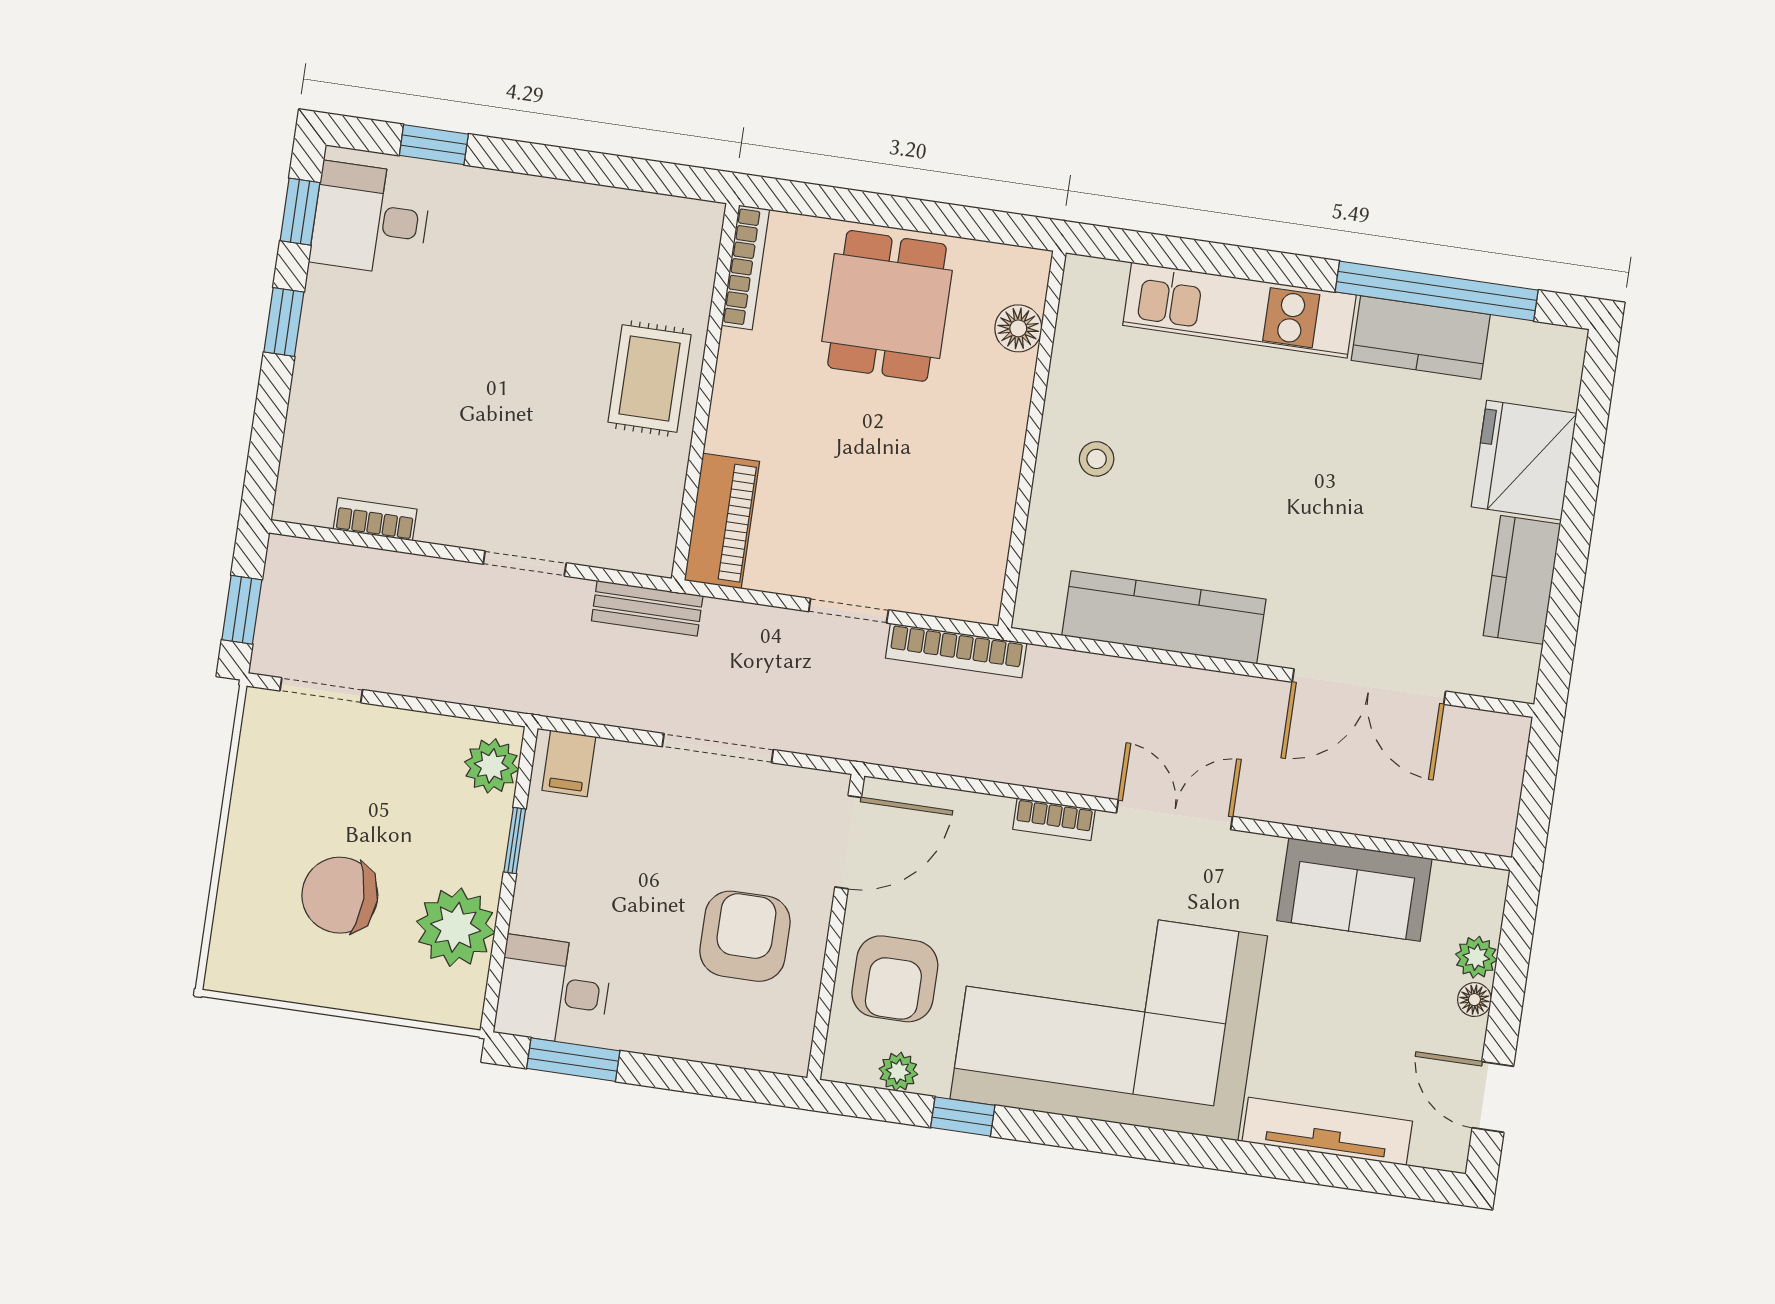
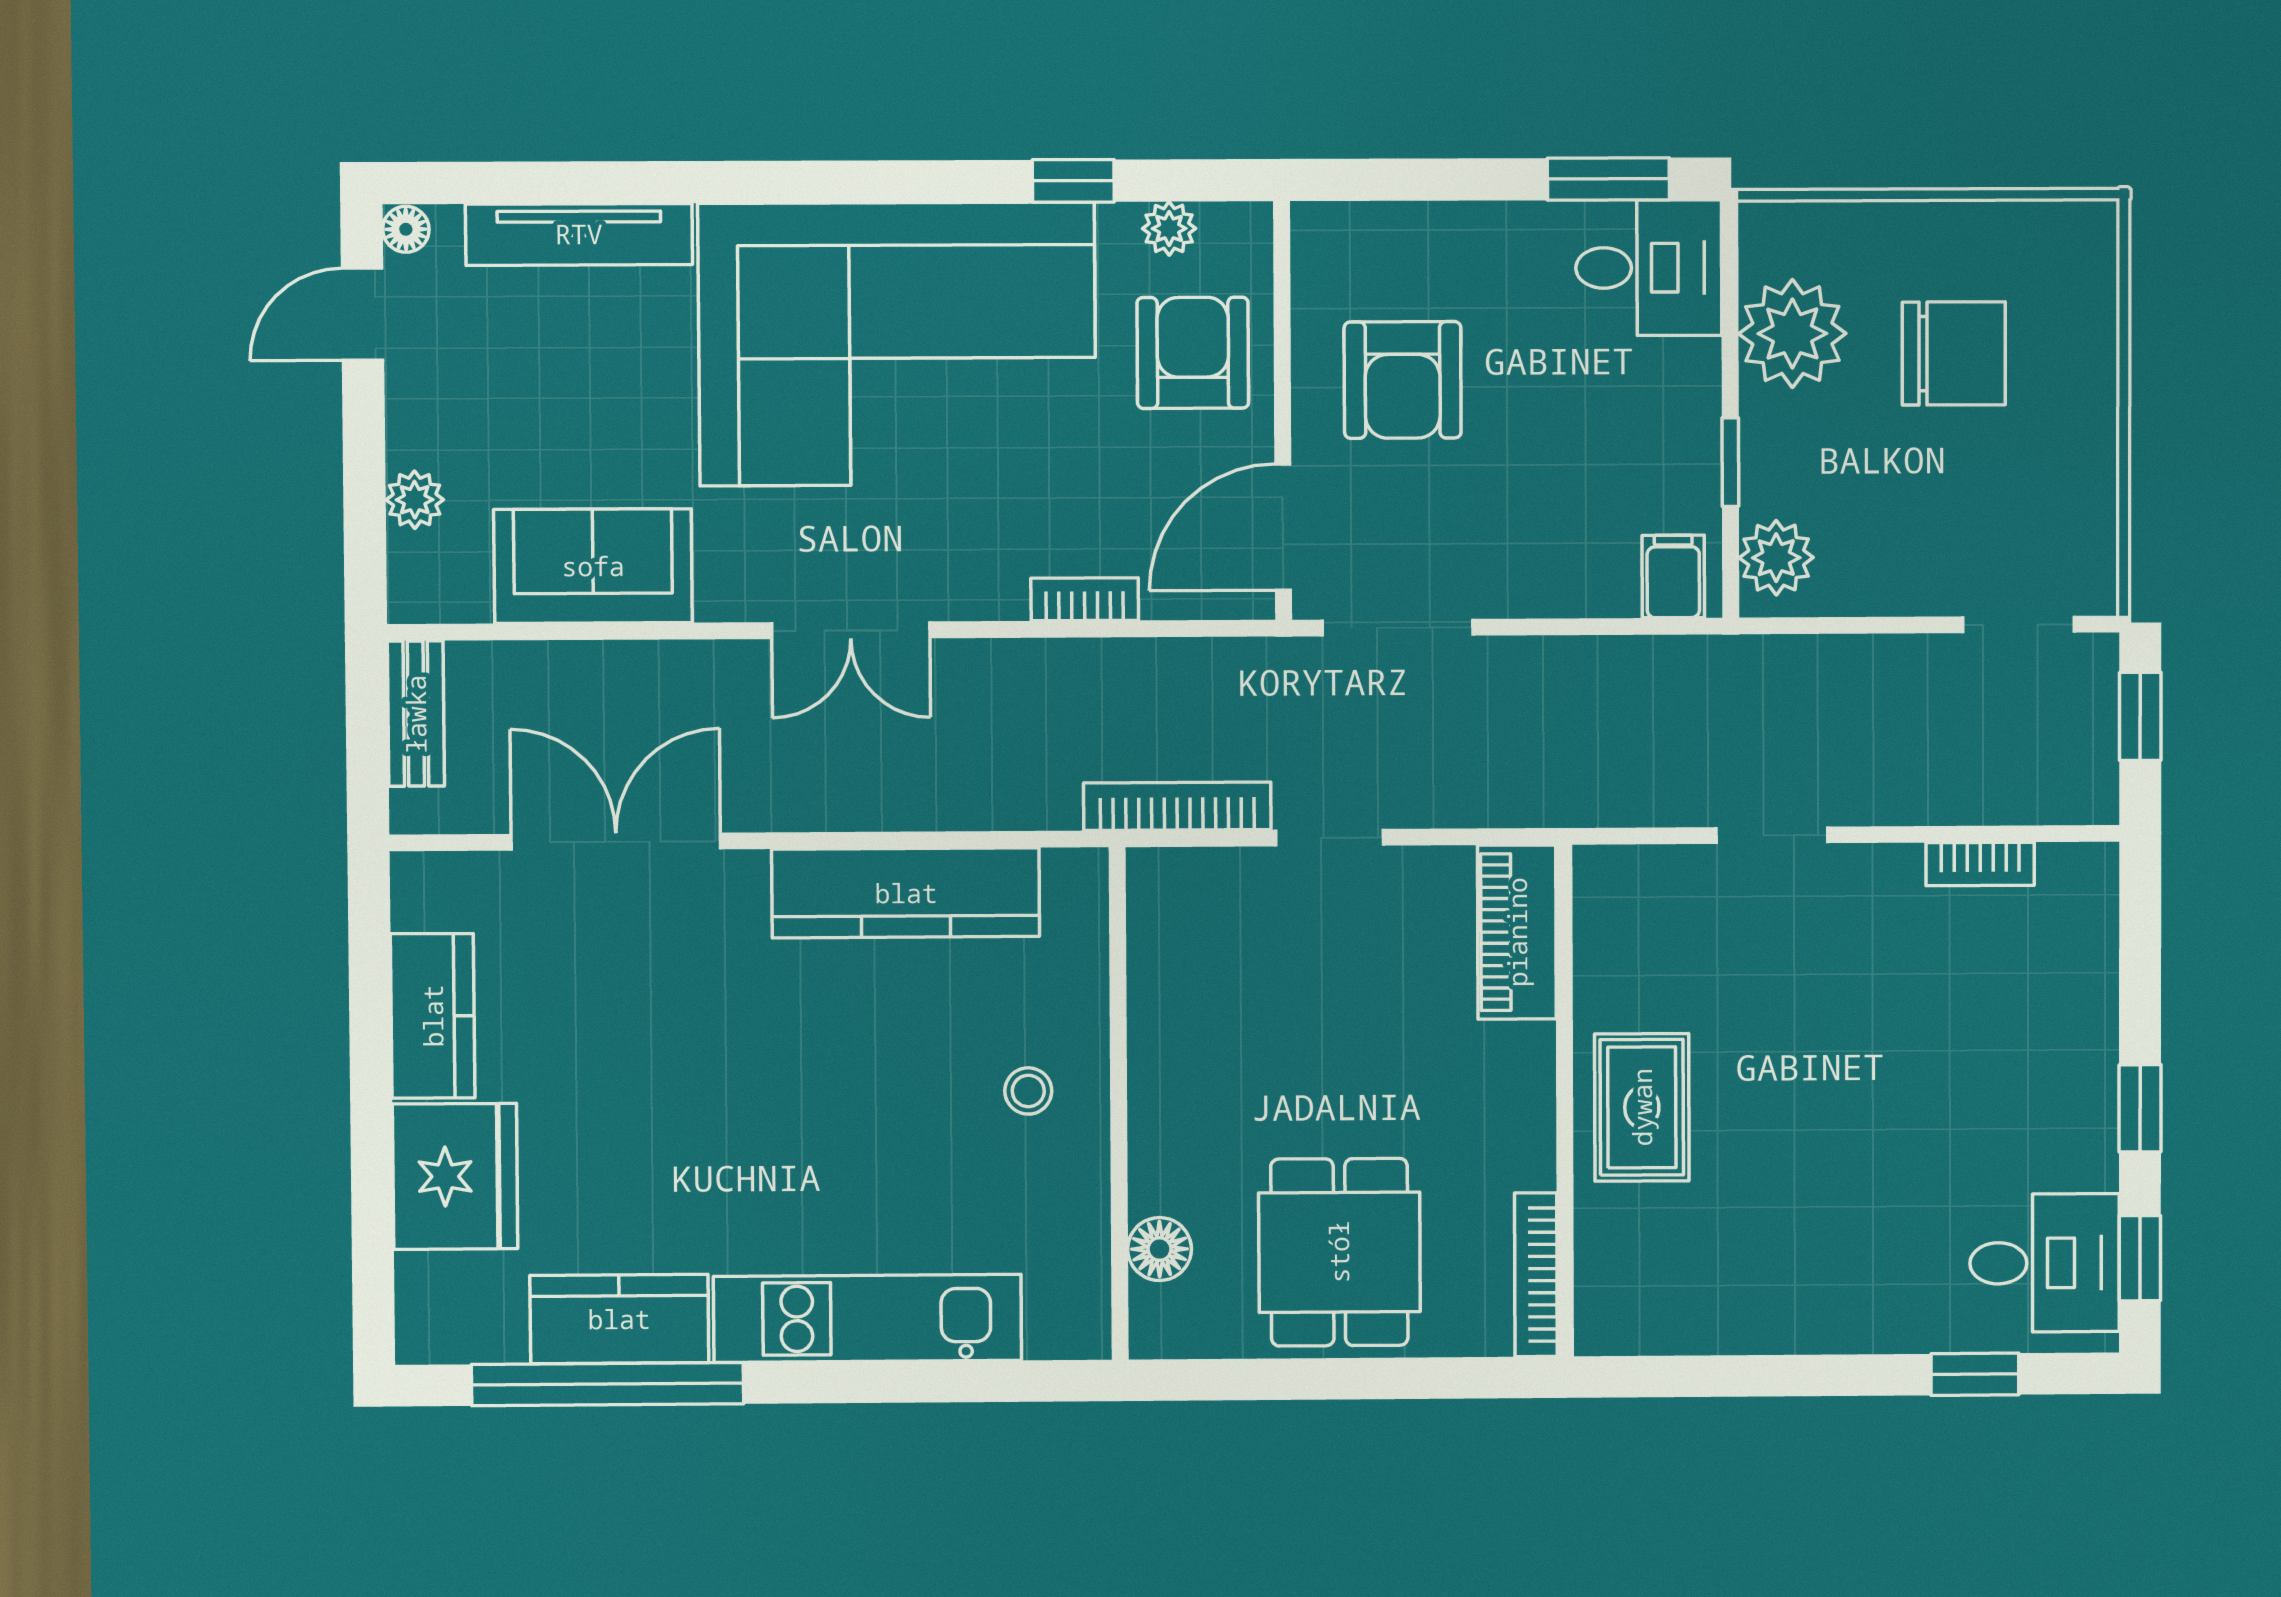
bench: (647, 608) -> (416, 714), moved, turned 90
doorway: (718, 748) -> (1398, 628), moved
bookcase: (1054, 819) -> (1085, 599), moved
floor lamp: (1474, 1000) -> (406, 229), moved
door: (1493, 1097) -> (363, 314), swing flipped

